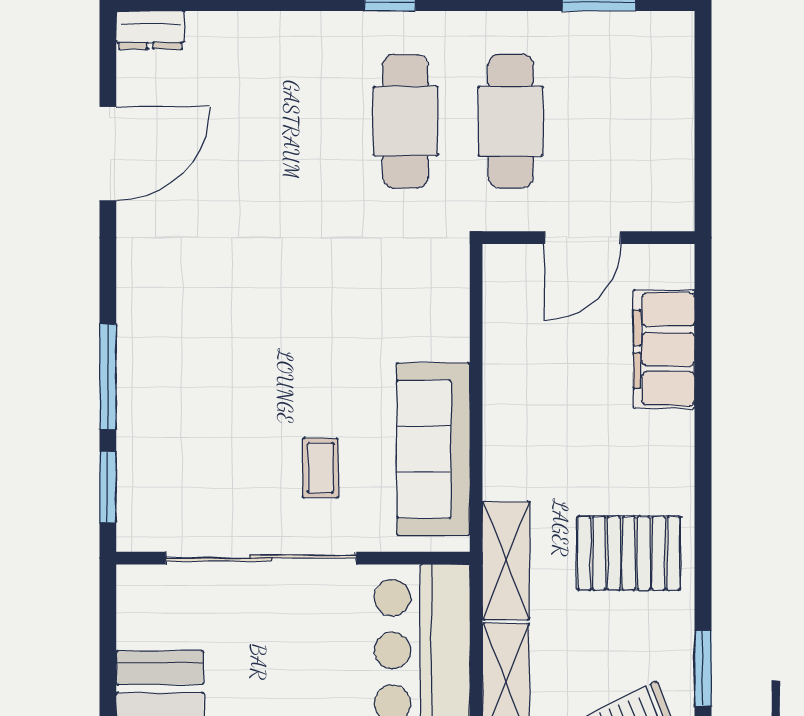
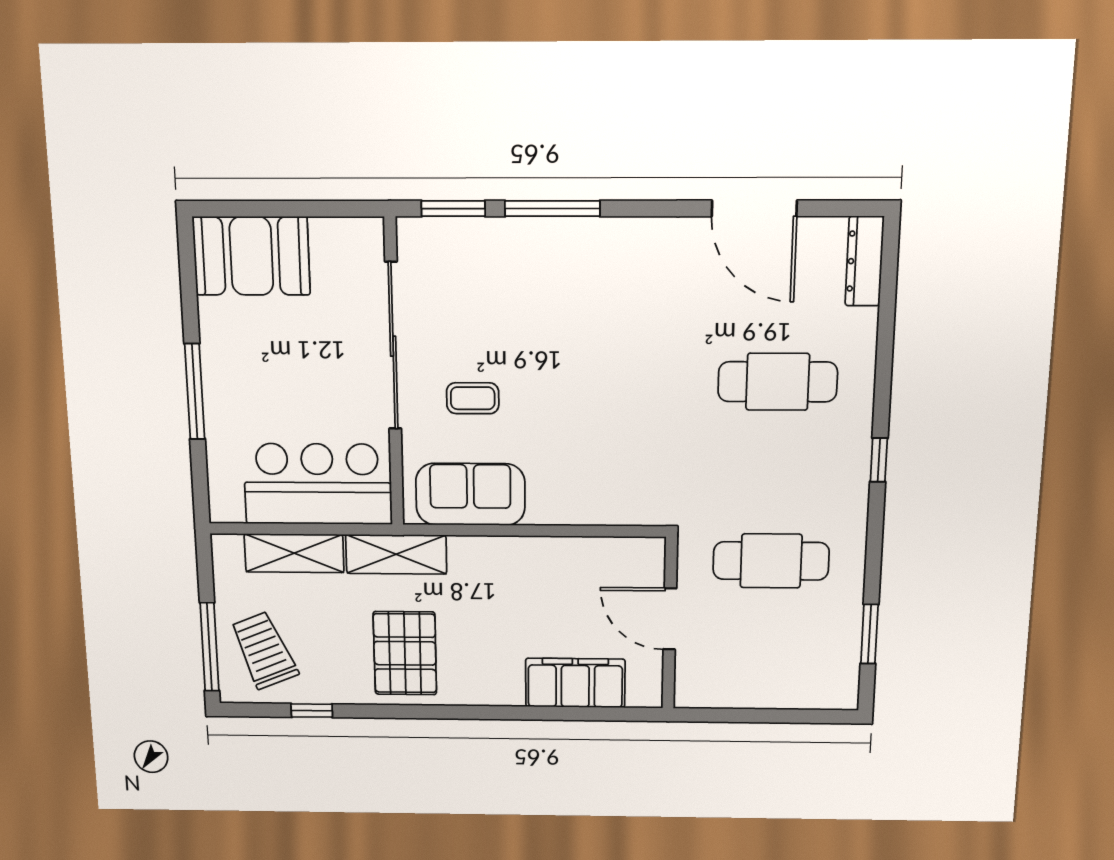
dresser: (150, 30) -> (865, 261), width x1.44
cafe table: (405, 121) -> (778, 382), moved
sofa: (433, 449) -> (470, 494), width x0.73
window: (703, 668) -> (312, 711), width x0.67

